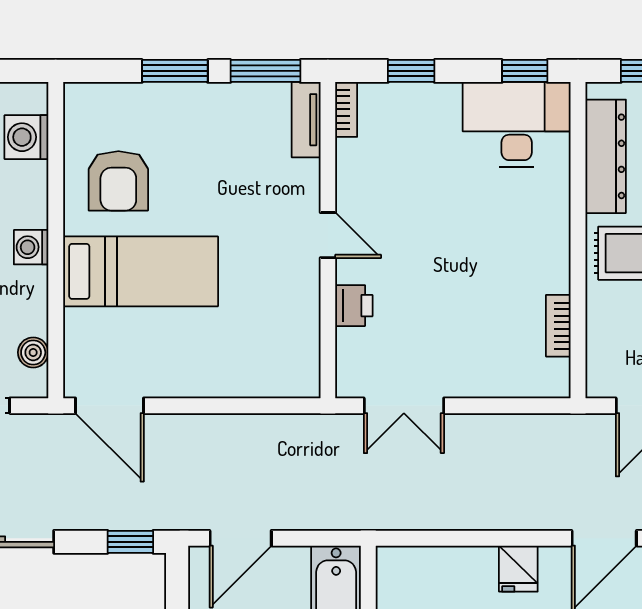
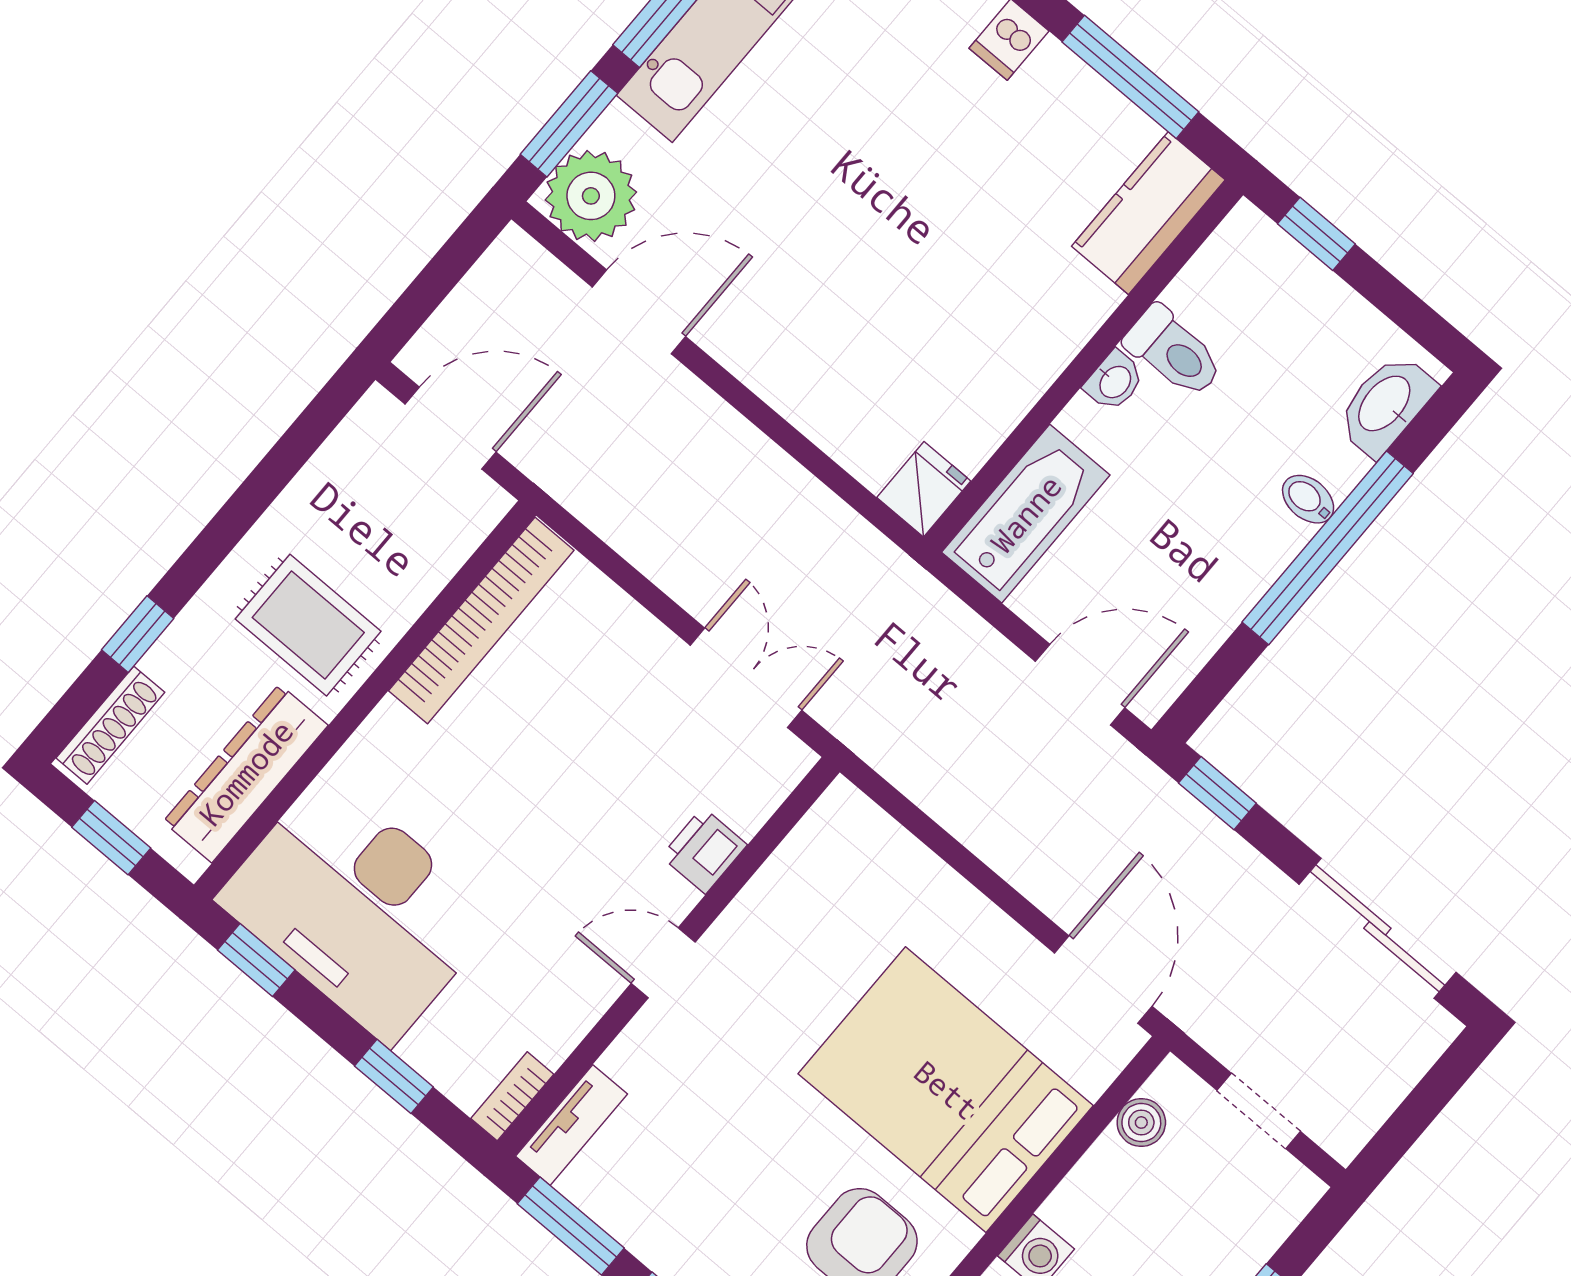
desk: (517, 124) -> (358, 908), width x1.36, depth x1.30
door: (328, 235) -> (663, 963), hinge flipped
bed: (141, 271) -> (946, 1090), width x1.50
bookcase: (558, 326) -> (481, 621), width x2.31, depth x1.31
fridge: (518, 569) -> (924, 489), moved

